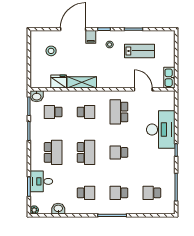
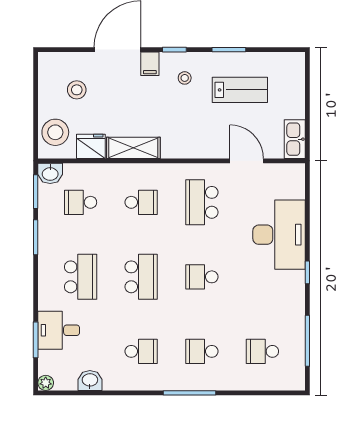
stool: (39, 74) -> (55, 132), added

